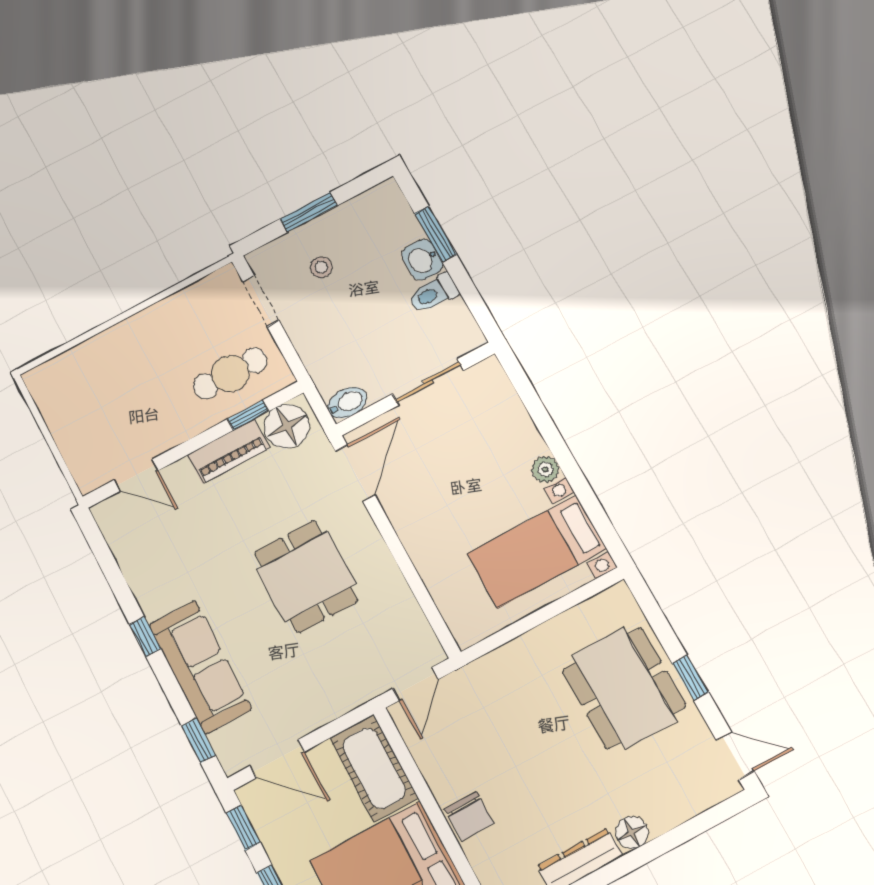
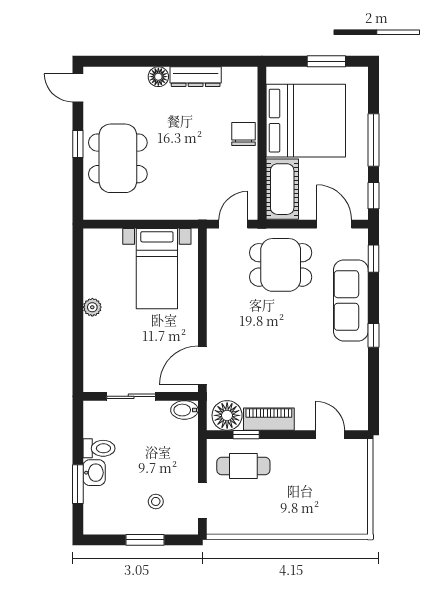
bed with nightstands: (537, 551) -> (157, 269), moved, turned 90
dining table: (306, 577) -> (281, 265), moved, turned 90

